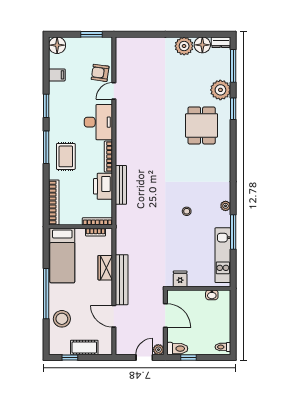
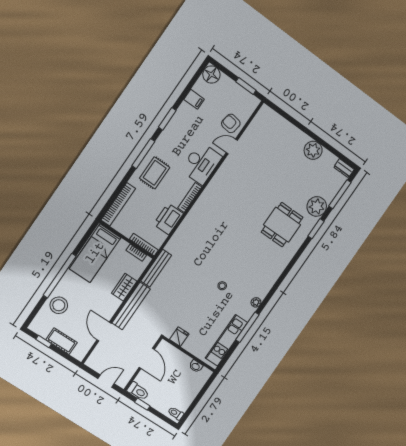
floor lamp: (202, 45) -> (328, 160), removed
bench: (121, 185) -> (156, 268), moved
plant: (158, 350) -> (122, 382), removed

